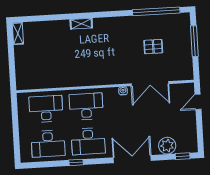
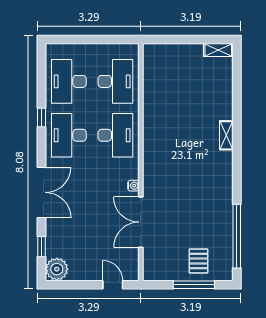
pallet: (153, 47) -> (198, 261), moved
plant: (167, 146) -> (57, 269), moved
window: (183, 156) -> (42, 247), moved

